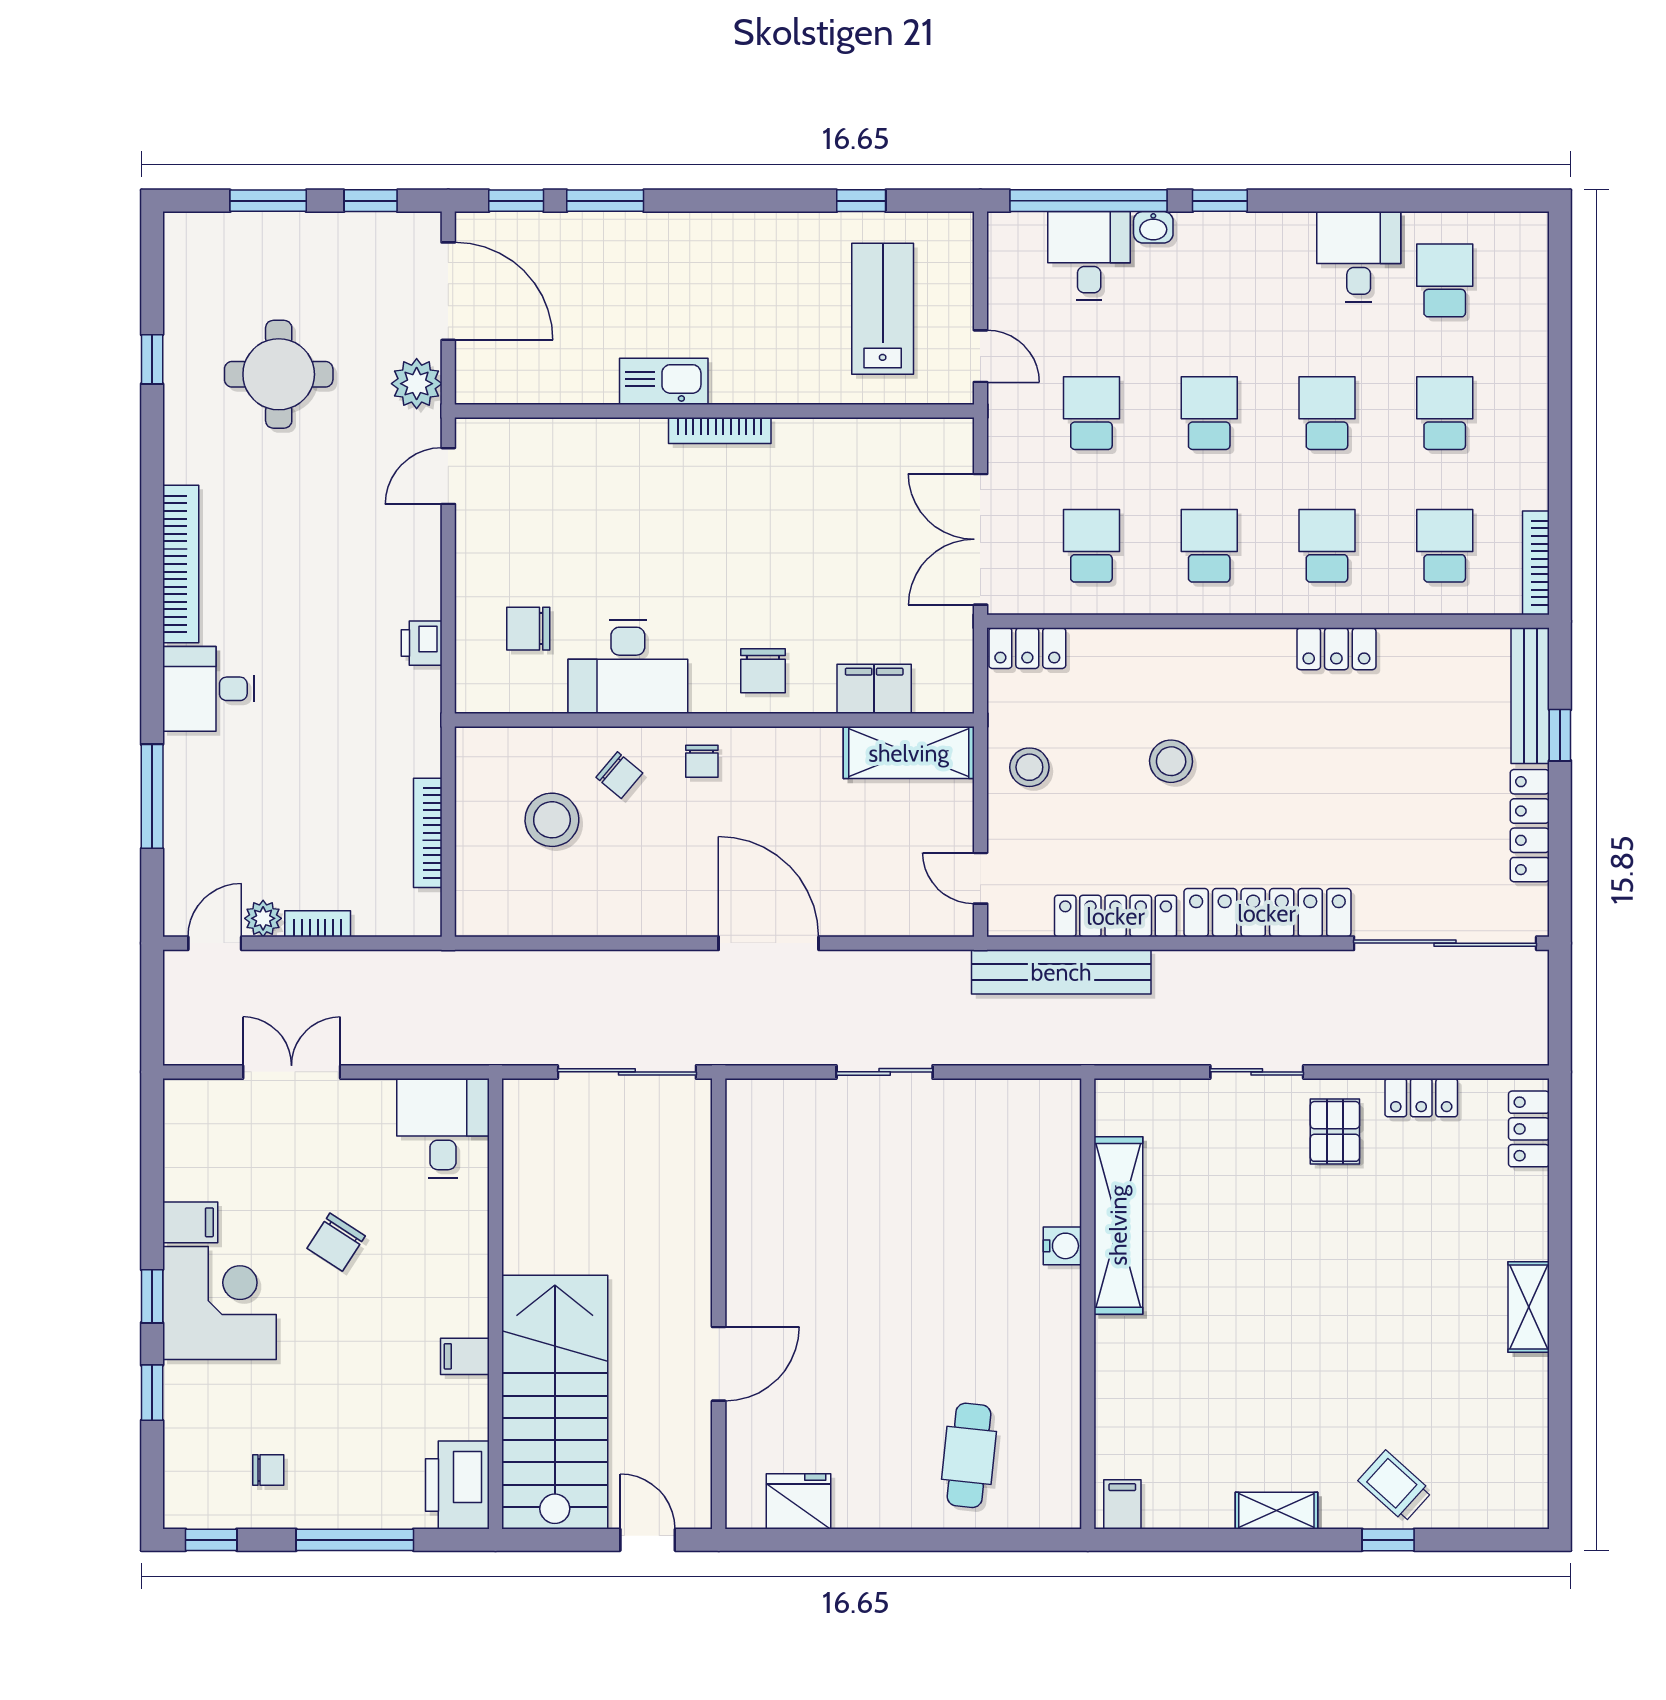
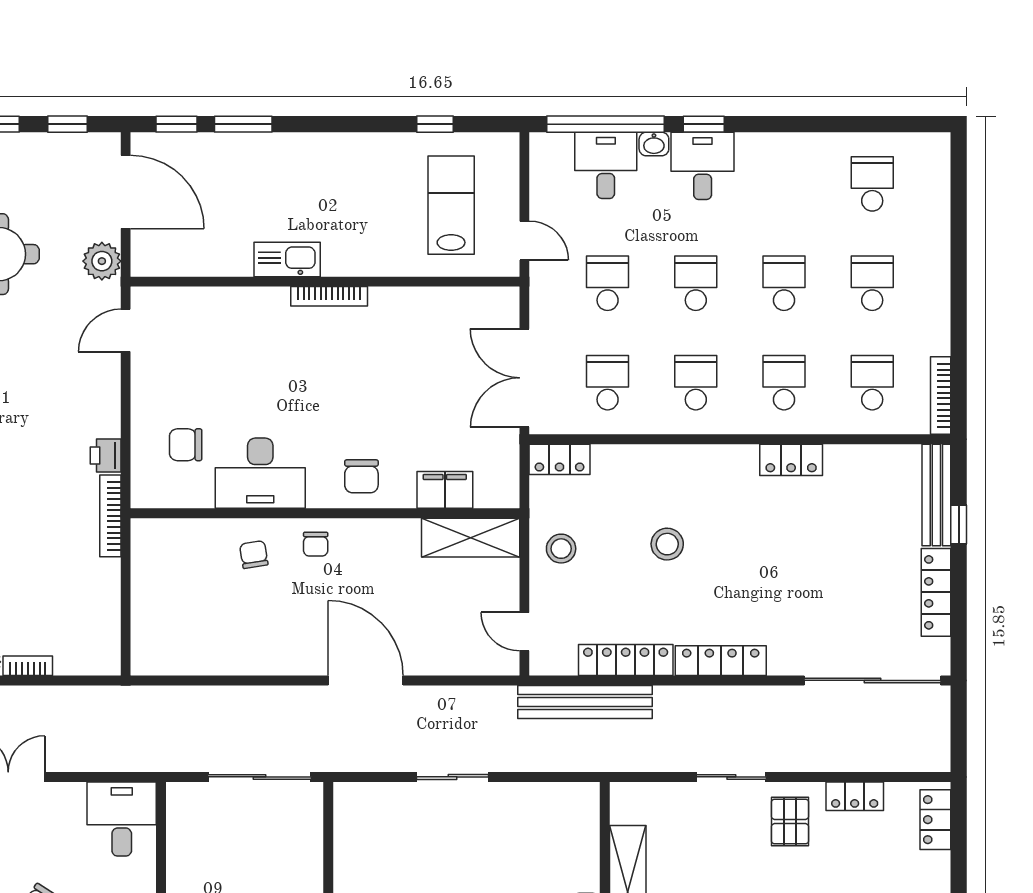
desk: (1359, 257) -> (703, 166), moved
chair: (619, 775) -> (254, 555), turned -139
stool: (552, 820) -> (203, 588), removed
bookcase: (428, 833) -> (110, 516), moved
locker: (1267, 913) -> (721, 661), width x0.71, depth x0.83

